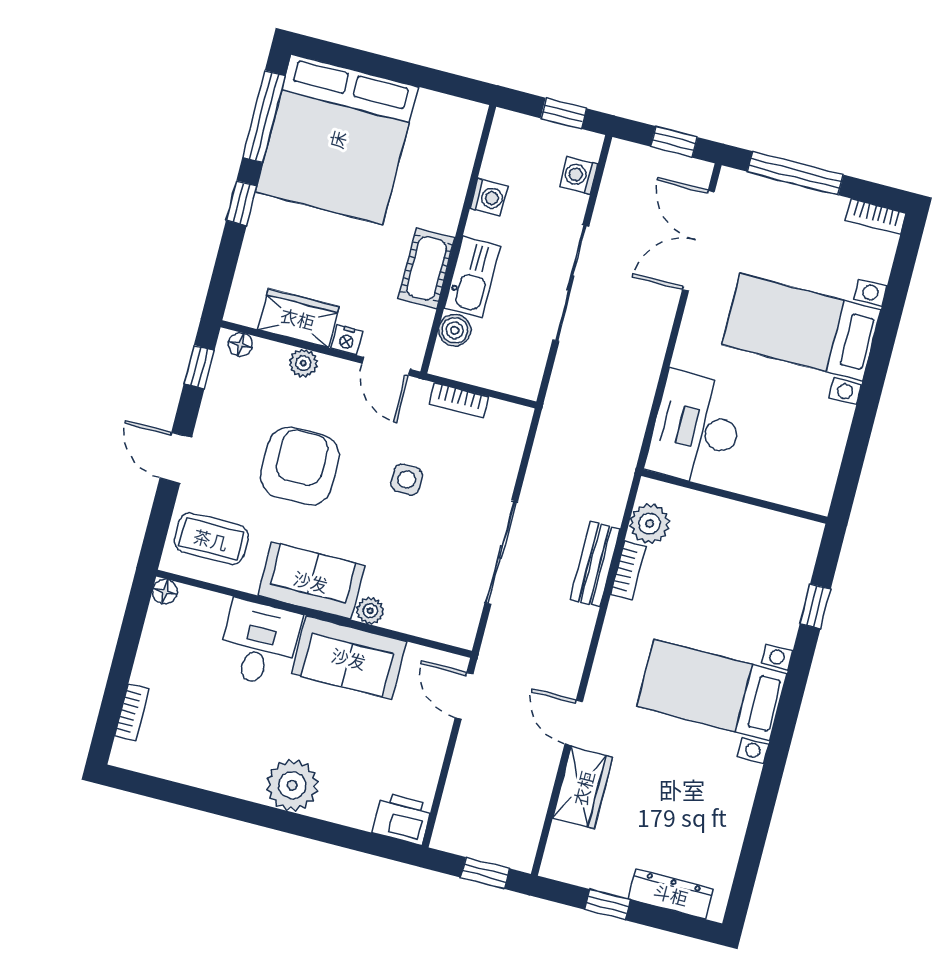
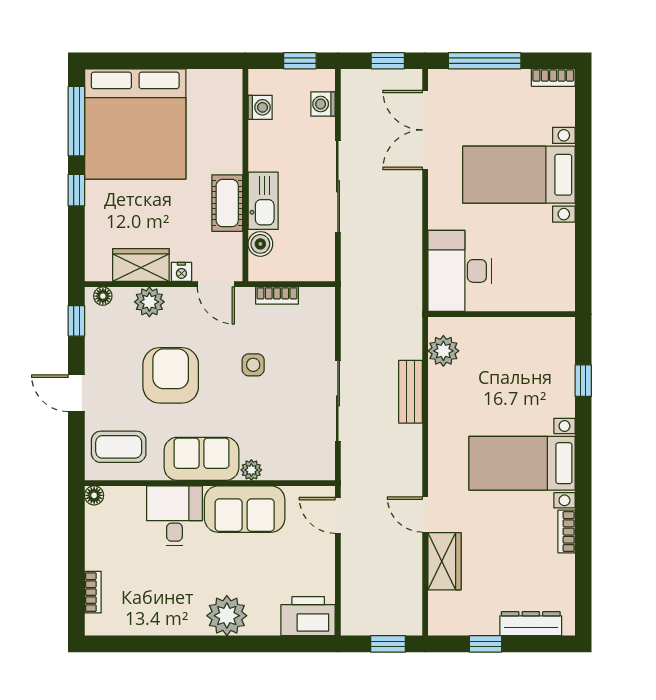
washing machine: (489, 197) -> (260, 107), moved
plant: (303, 363) -> (149, 302), width x1.38, depth x1.38
bookcase: (628, 570) -> (567, 532), moved, turned 180
printer: (402, 819) -> (308, 616), width x1.37, depth x1.19

